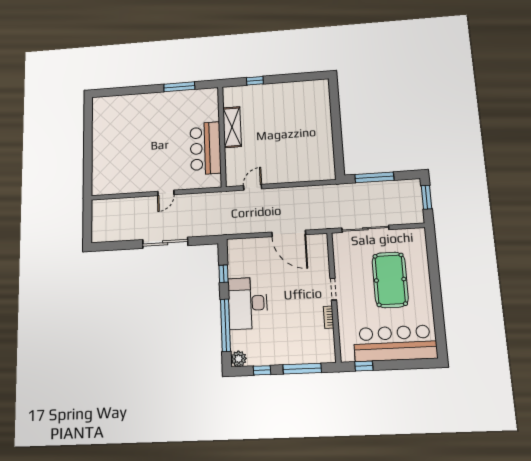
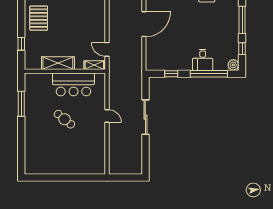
pallet: (289, 99) -> (39, 18), added
cafe table: (161, 140) -> (64, 119), added
shelving: (231, 173) -> (94, 65), added
desk: (248, 303) -> (203, 60), width x0.53, depth x0.77

